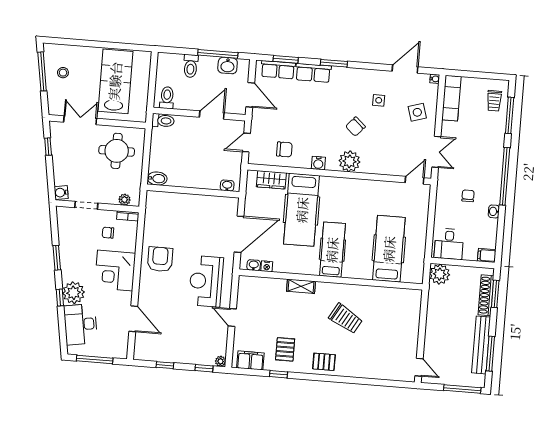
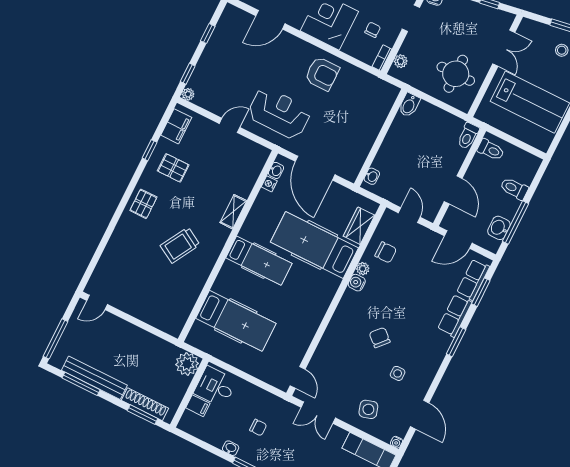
chair: (284, 149) -> (386, 252), turned -90
plant: (350, 161) -> (363, 269), moved, width x0.53, depth x0.53
filing cabinet: (487, 255) -> (198, 406), moved, turned 90

